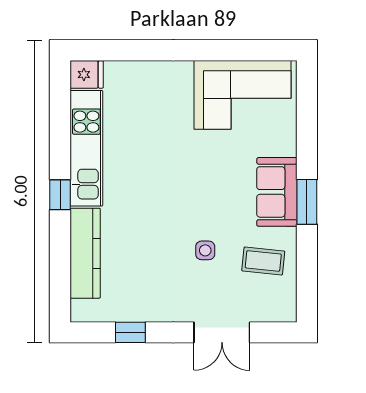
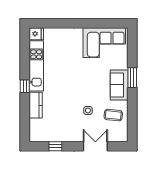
window: (307, 202) -> (132, 78), moved
kitchen counter: (85, 253) -> (36, 105), width x0.67
double door: (222, 332) -> (95, 146), swing flipped

